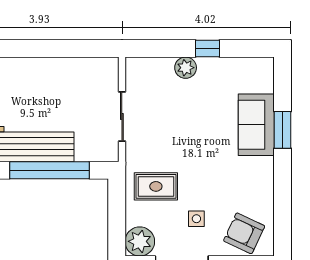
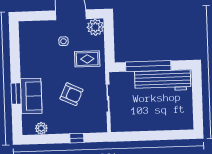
window: (207, 49) -> (77, 138), moved
plant: (186, 68) -> (41, 128), moved
armchair: (244, 233) -> (72, 94), moved

